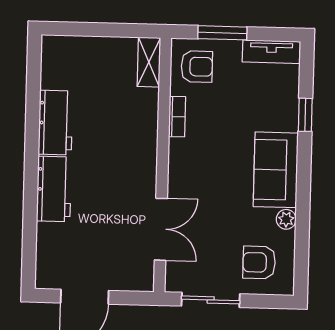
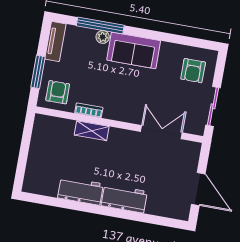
shelving: (149, 62) -> (92, 131), moved
window: (305, 115) -> (100, 25), width x2.17
plant: (286, 219) -> (103, 37), moved

